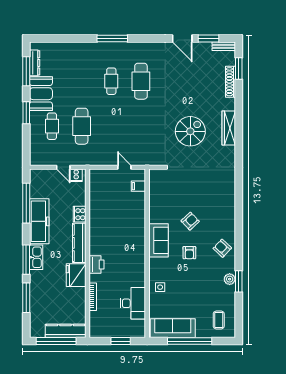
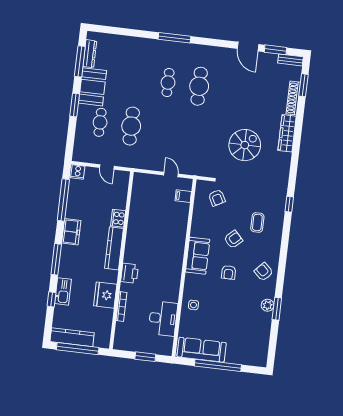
wardrobe: (229, 128) -> (287, 133), moved
cooker: (76, 175) -> (78, 172), moved
window: (239, 182) -> (289, 204), added
armchair: (170, 184) -> (217, 198), added
freezer: (39, 221) -> (71, 232), width x0.52, depth x0.79
kitchen sink: (36, 257) -> (63, 291), moved
fridge: (76, 275) -> (105, 295), moved
window: (26, 298) -> (51, 299), width x0.46
coffee table: (219, 320) -> (257, 223), moved
kitchen counter: (66, 331) -> (72, 337), moved

